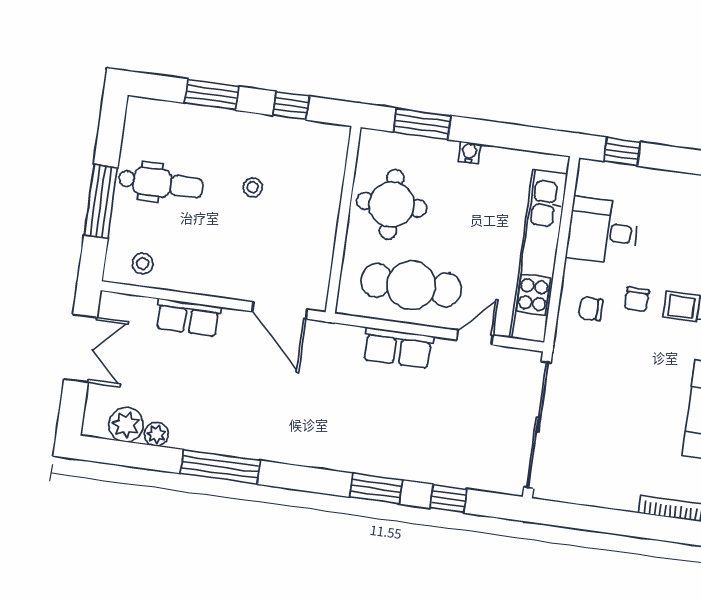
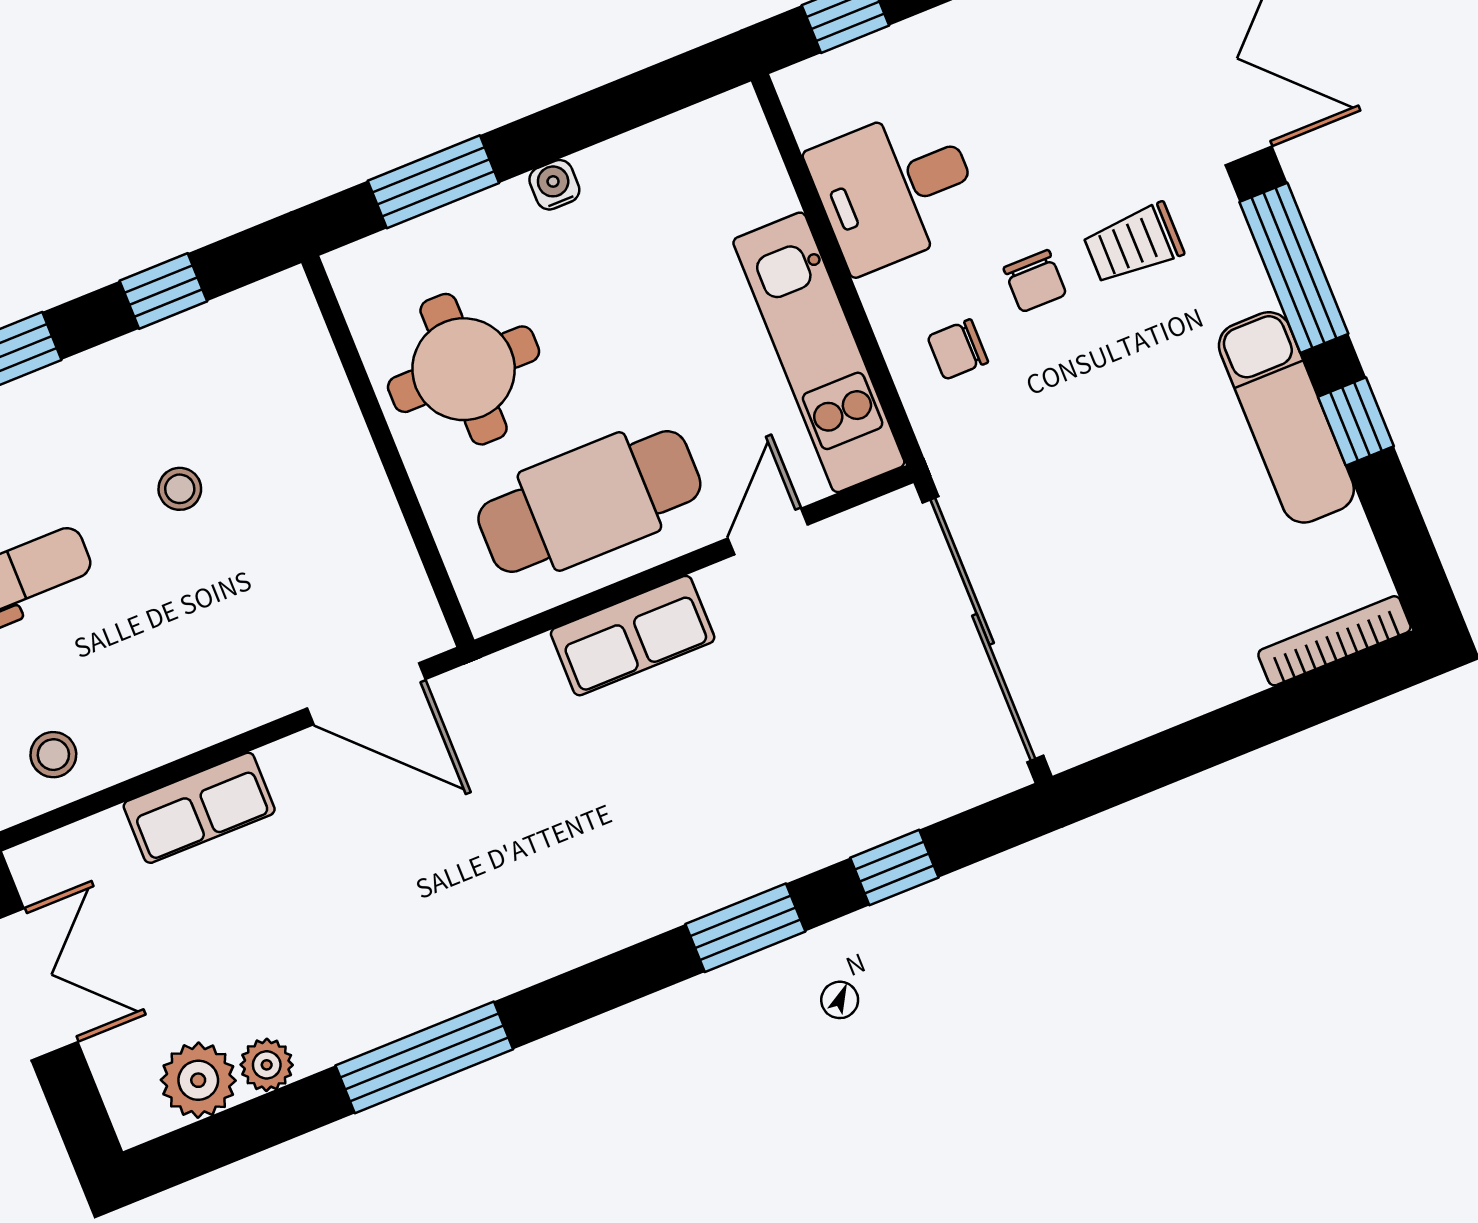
kitchen unit: (539, 256) -> (819, 352), width x0.73

